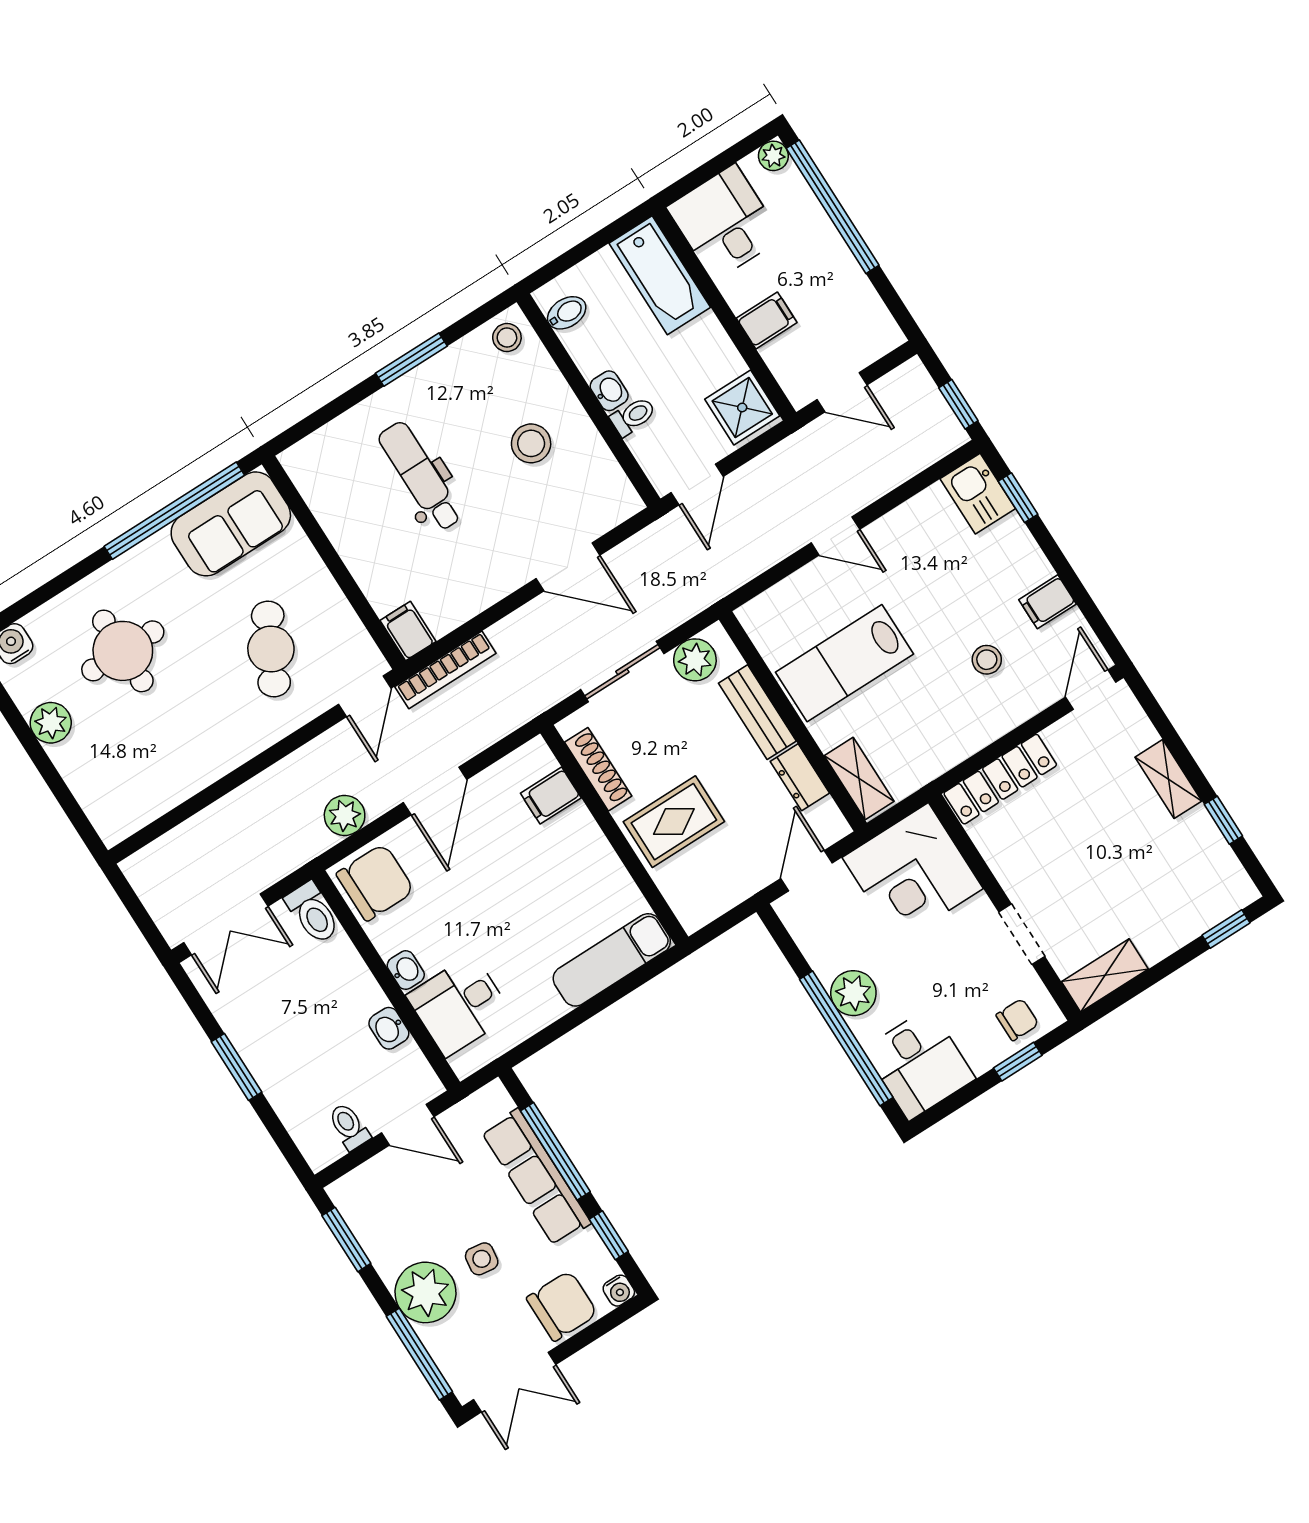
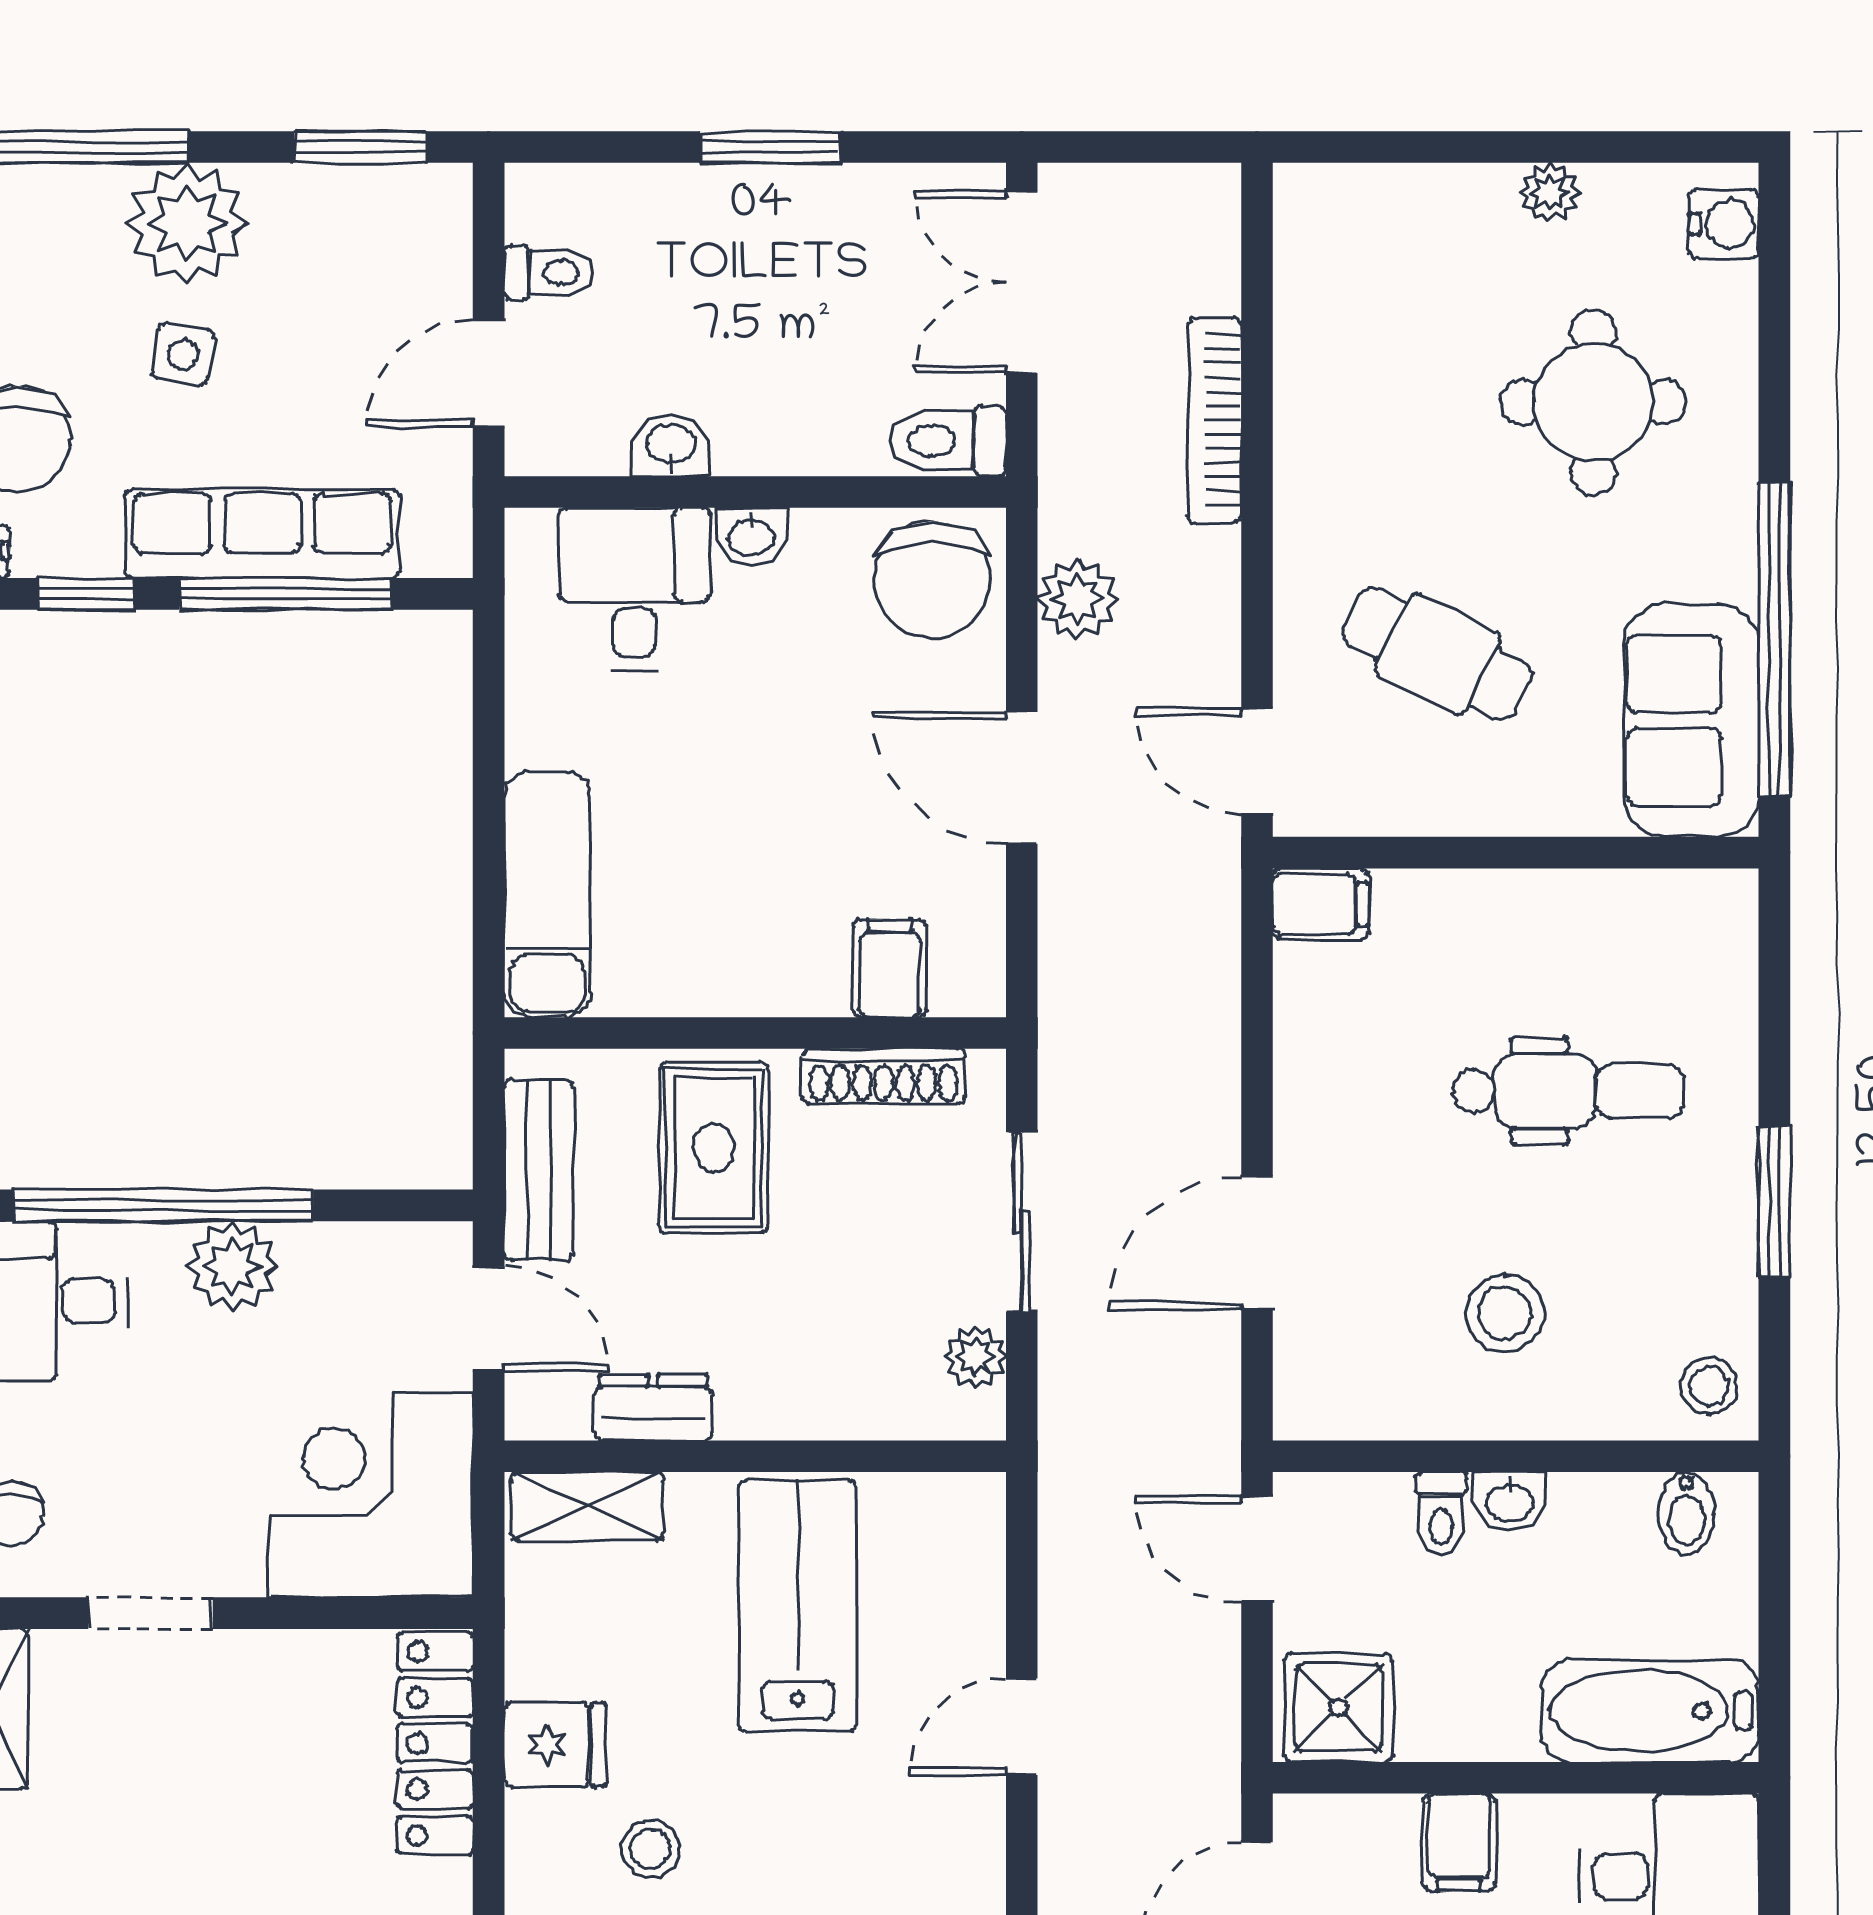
plant: (695, 660) -> (975, 1357), width x0.73, depth x0.73
bookcase: (445, 670) -> (1215, 420), moved
bench: (757, 712) -> (539, 1170), moved, turned 90
plant: (51, 723) -> (1550, 192), width x0.73, depth x0.73
fridge: (969, 728) -> (555, 1745), added

